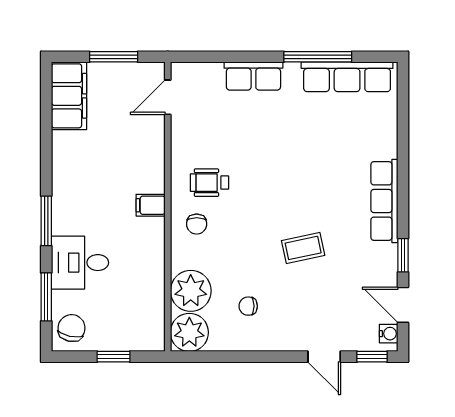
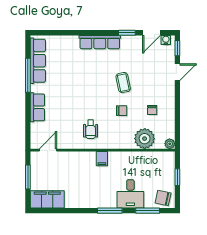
door: (168, 97) -> (48, 150), swing flipped
chair: (197, 224) -> (122, 111), moved
plant: (189, 332) -> (170, 144), width x0.53, depth x0.53

